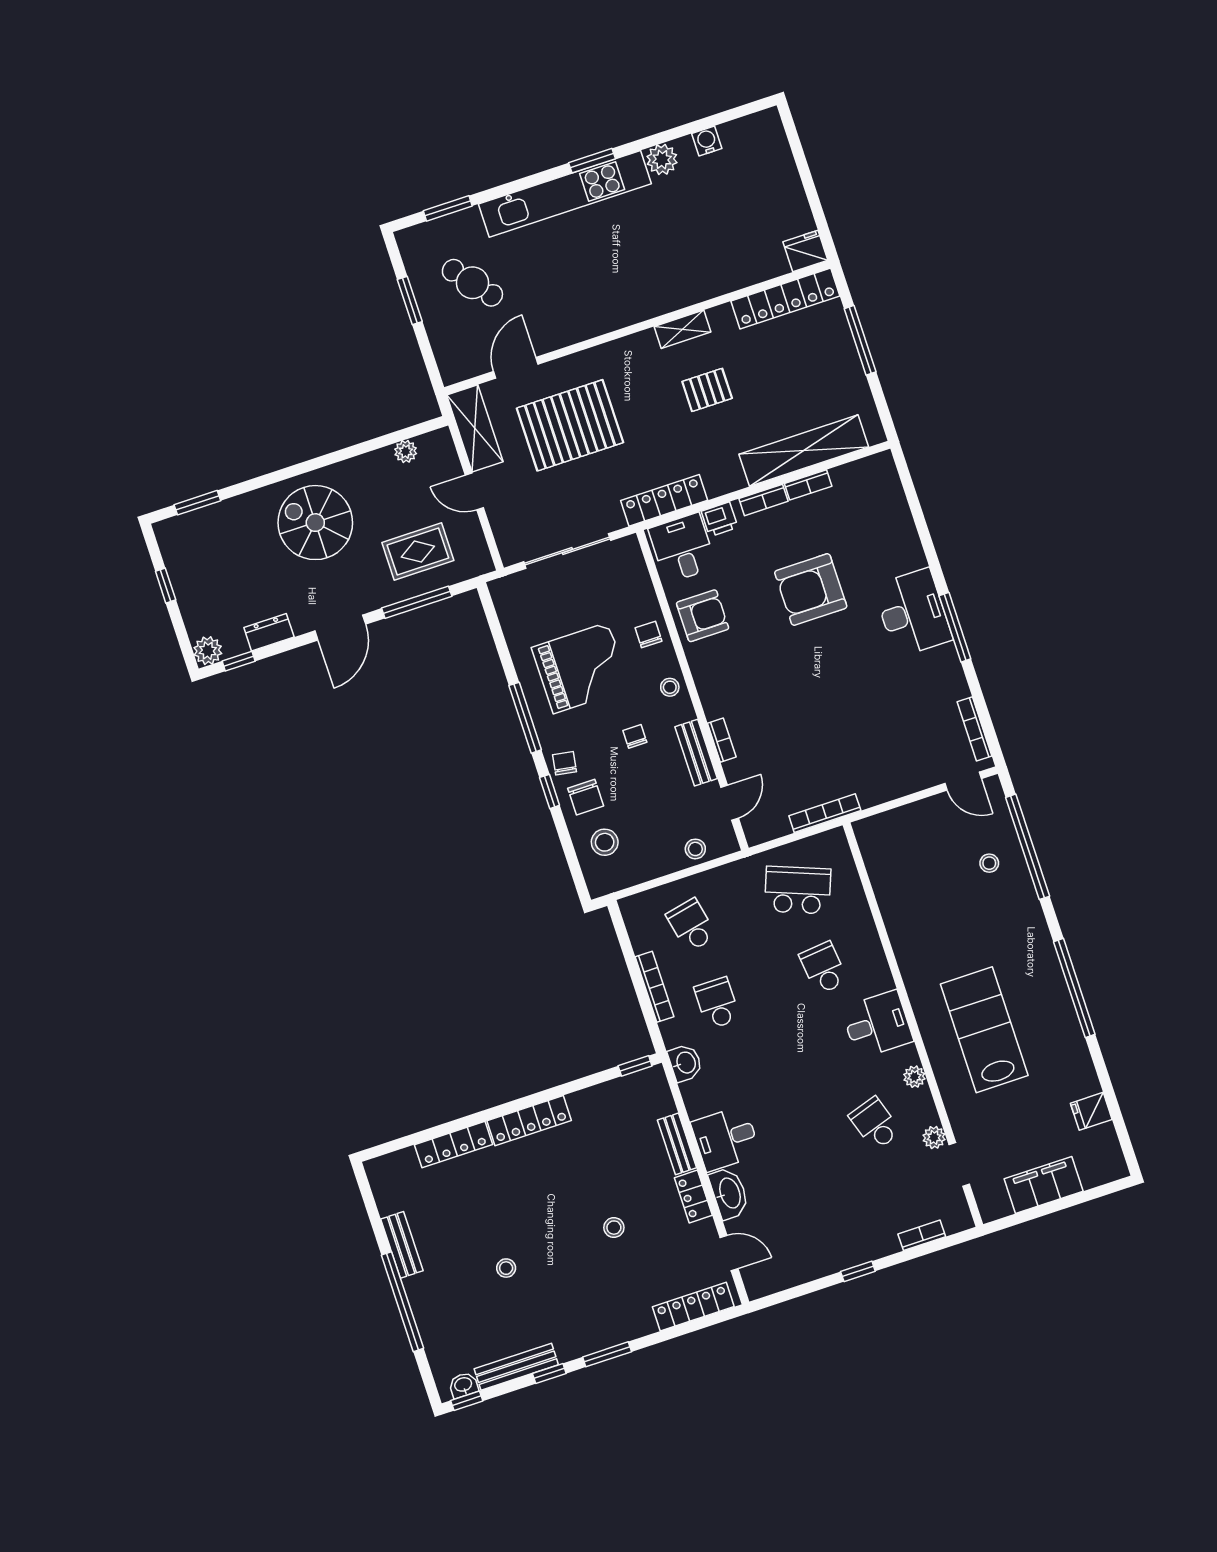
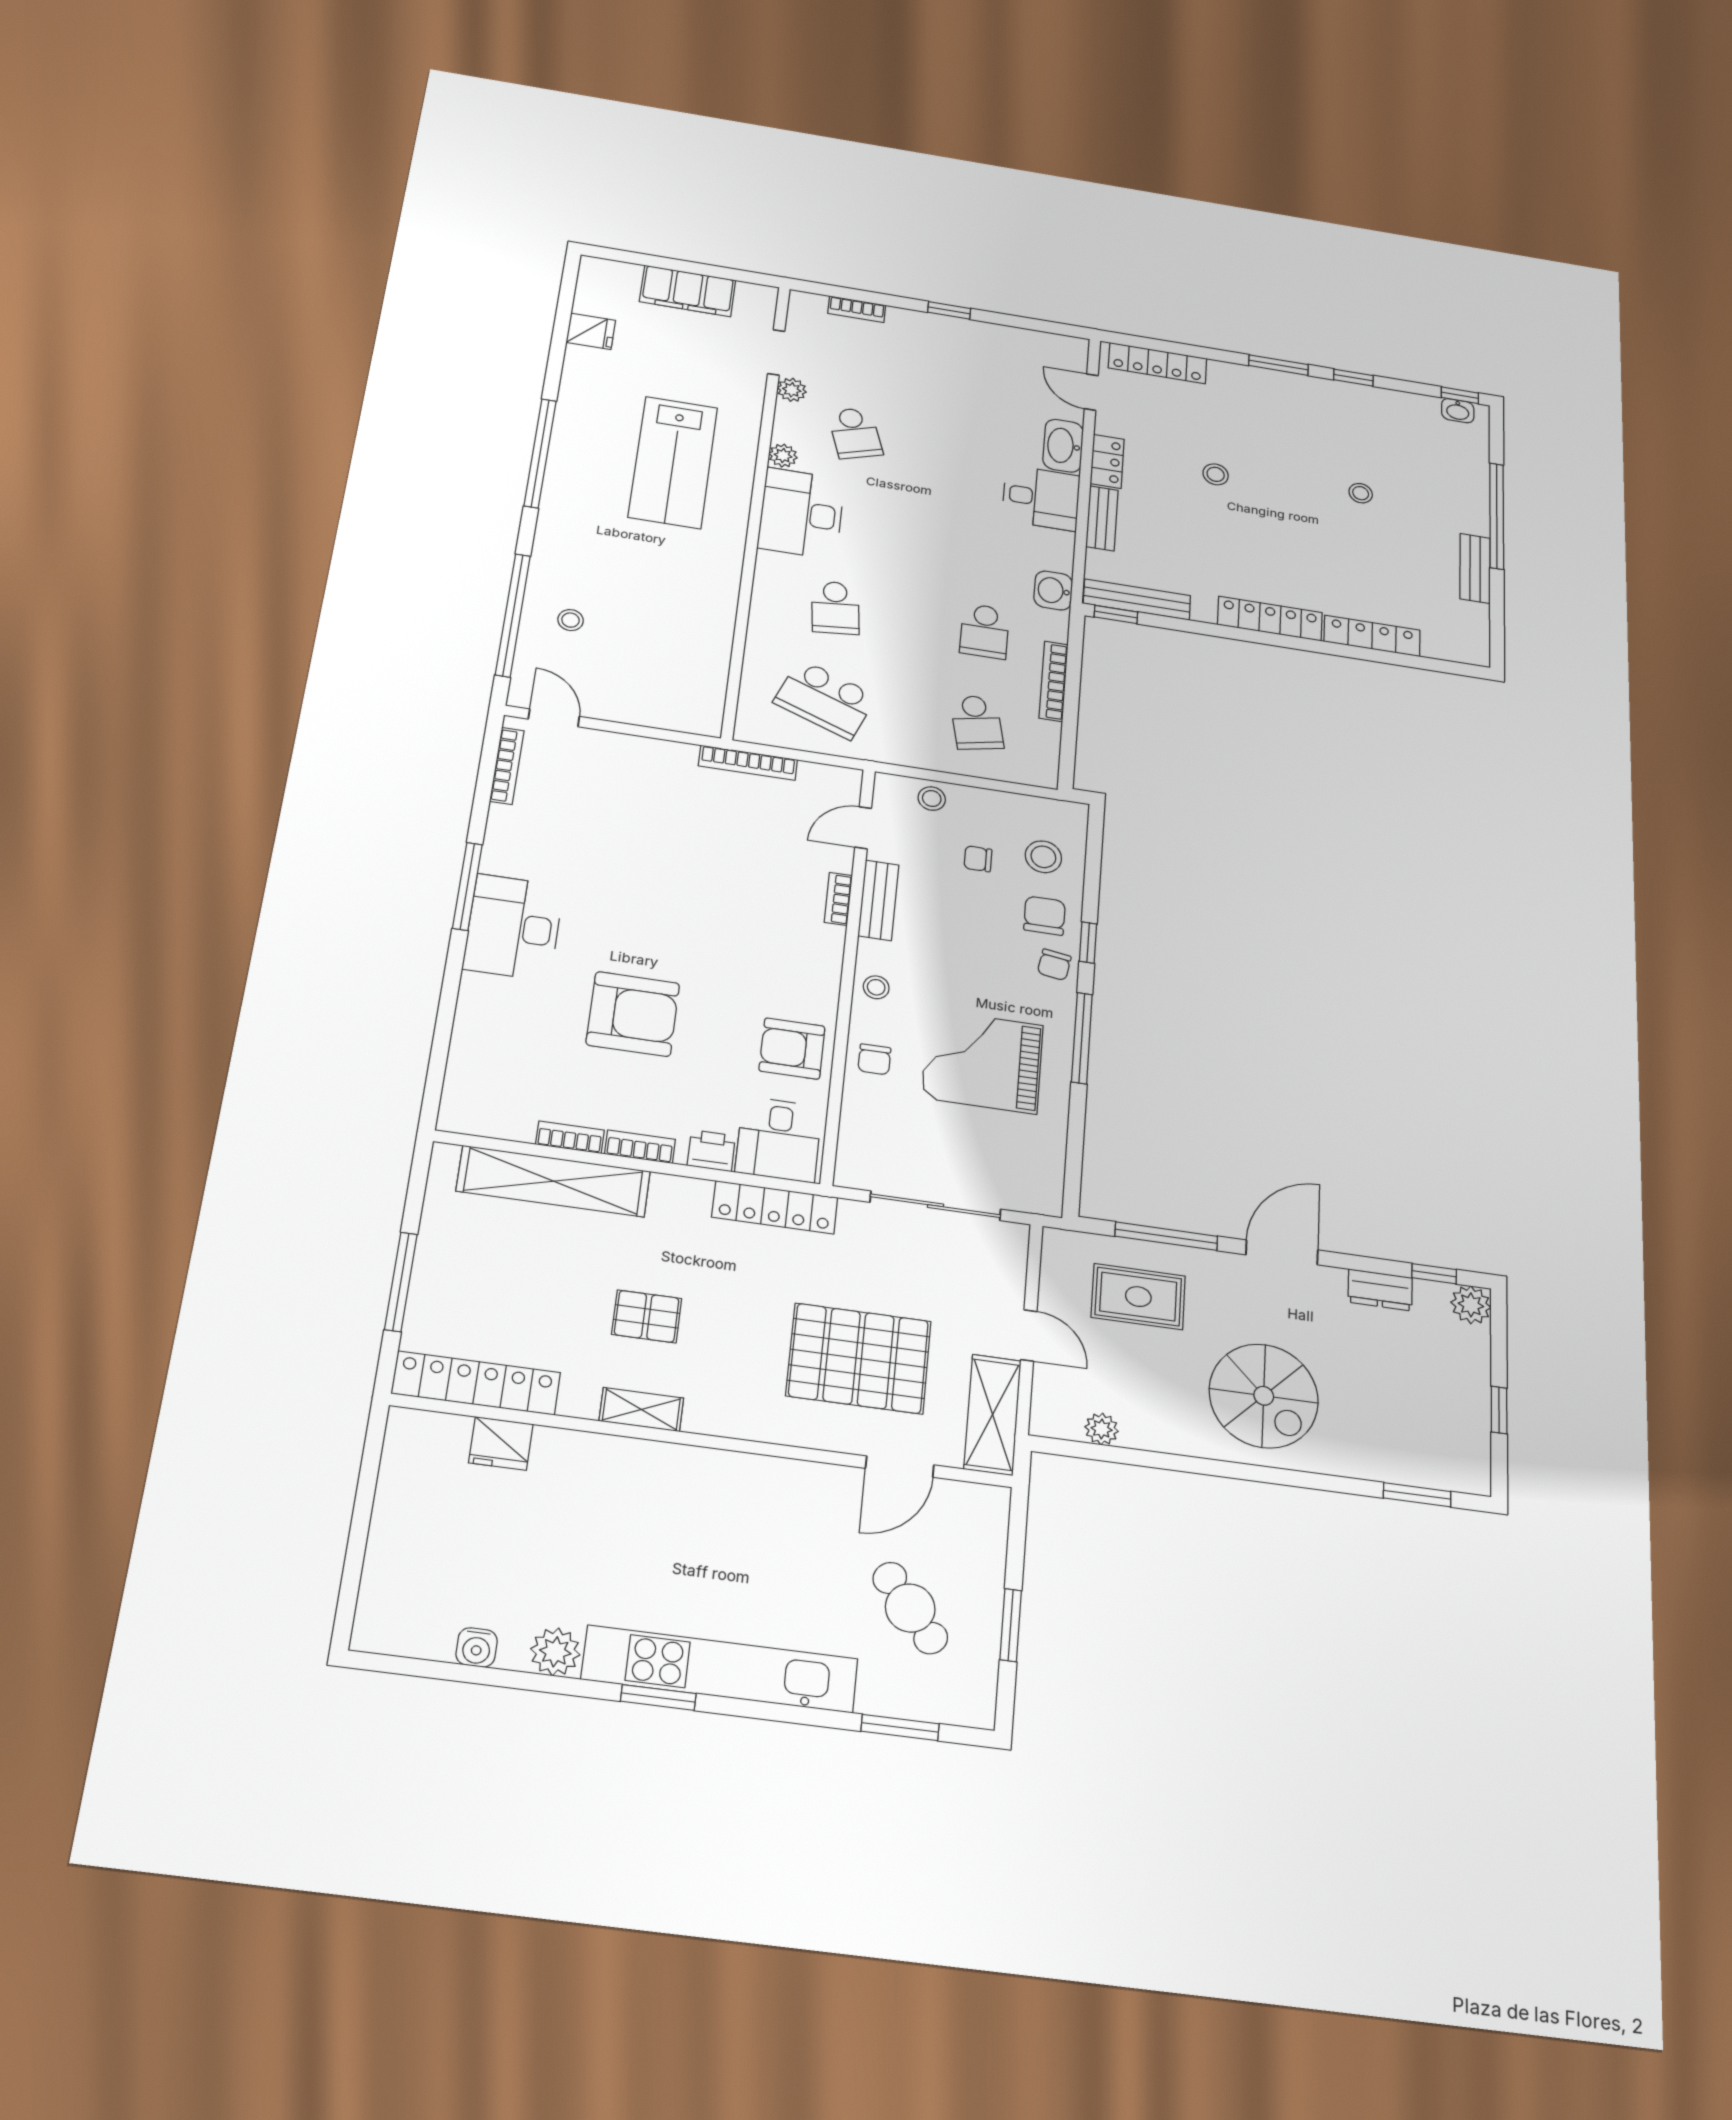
fridge: (805, 251) -> (501, 1443), moved
chair: (635, 736) -> (978, 859), moved, turned 90
desk: (877, 1024) -> (801, 513), width x1.37
bench: (516, 1367) -> (1137, 600), moved

